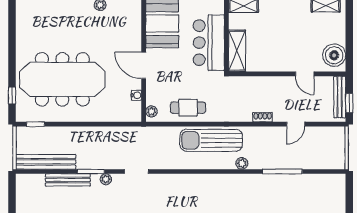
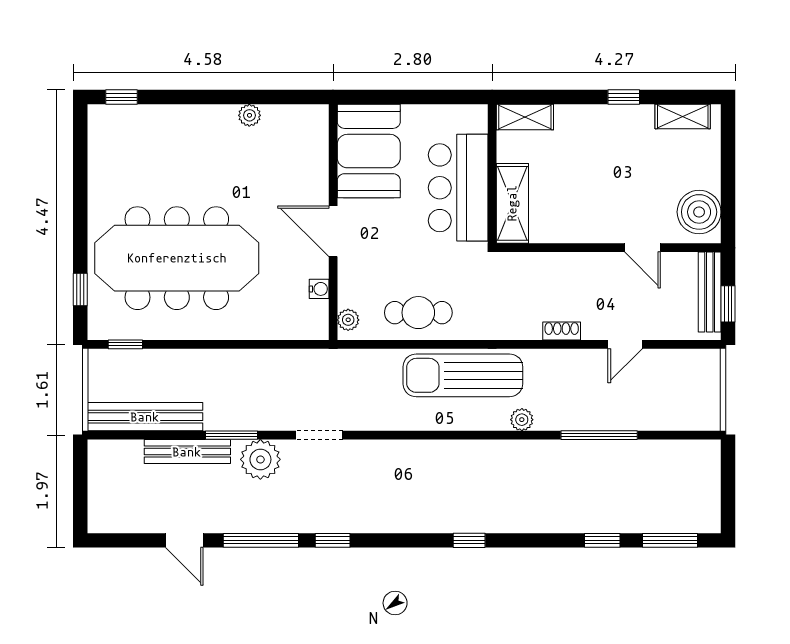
plant: (106, 179) -> (260, 459), width x1.88, depth x1.88

